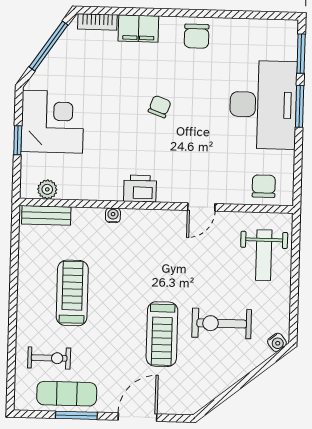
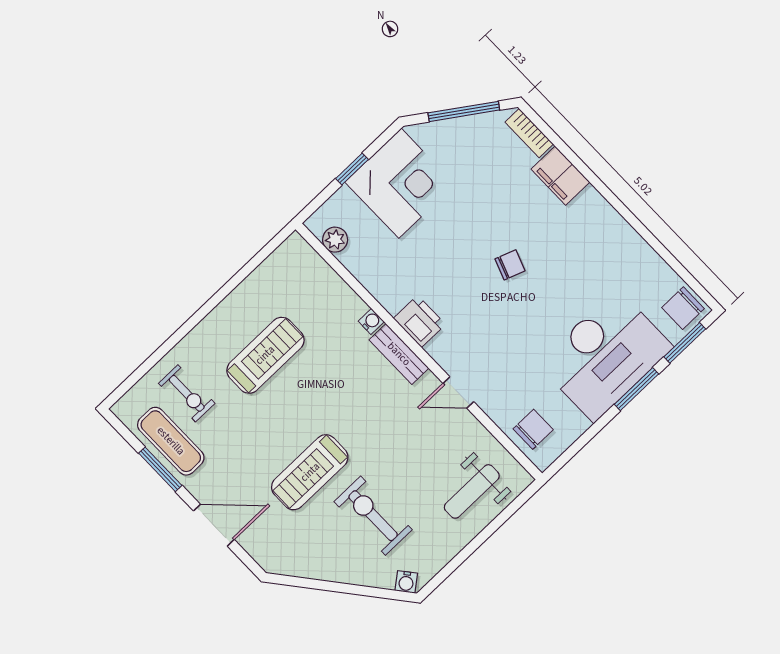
chair: (197, 36) -> (683, 308), moved
bench: (46, 215) -> (399, 354), moved

